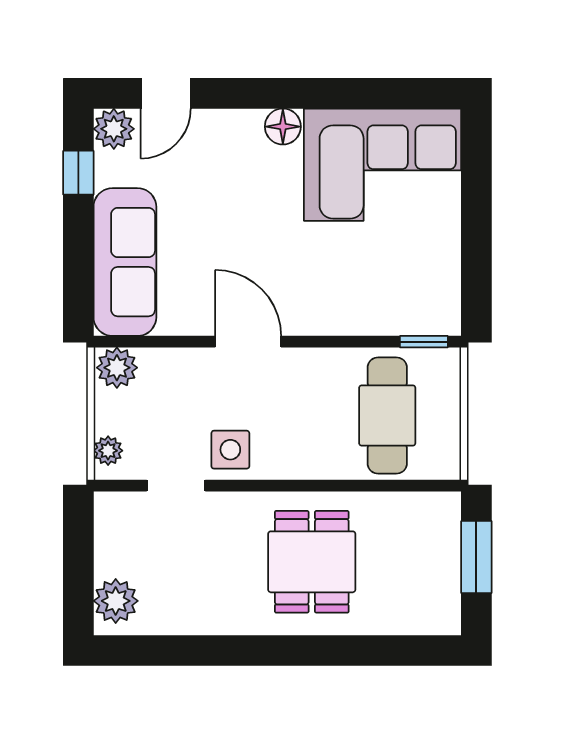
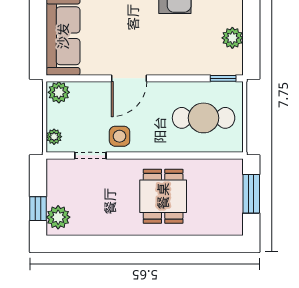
plant: (441, 266) -> (232, 38), added
door: (248, 342) -> (129, 78), swing flipped
cafe table: (387, 416) -> (204, 118), turned 90
window: (78, 585) -> (38, 209), added

